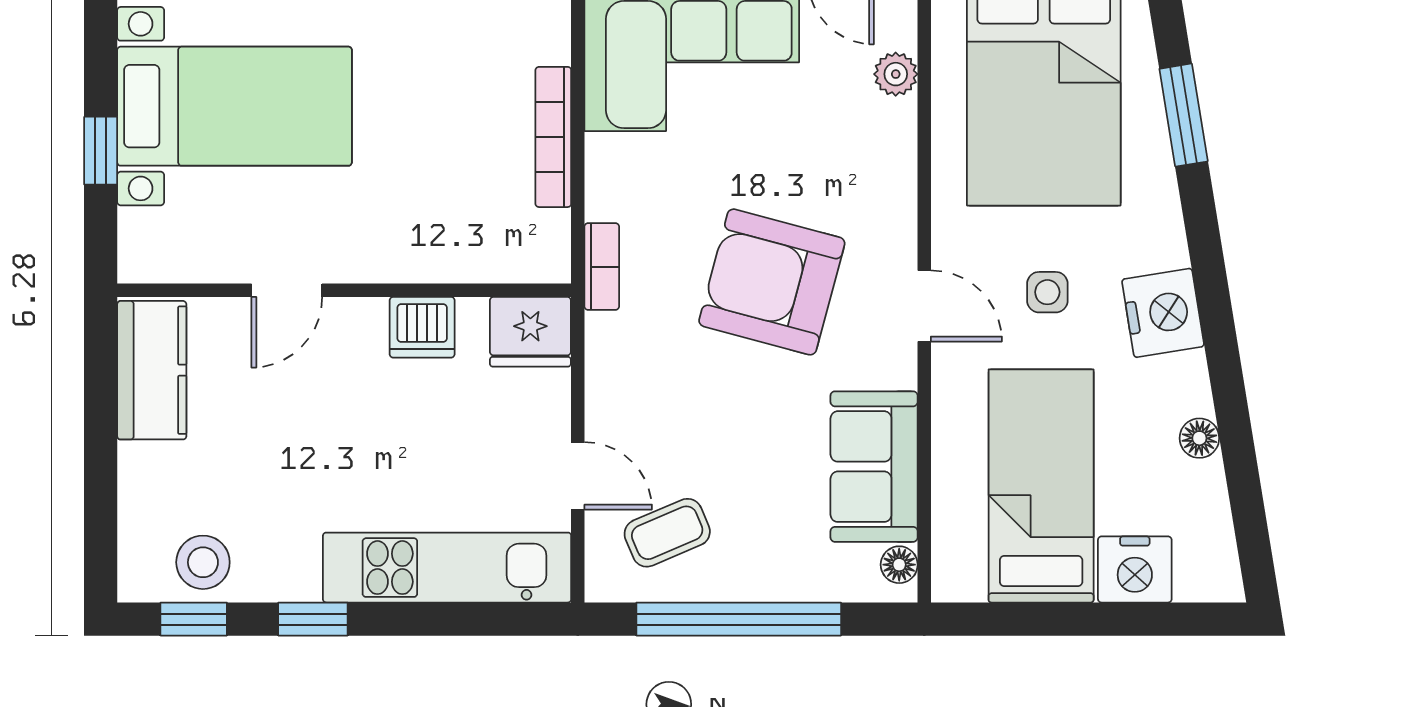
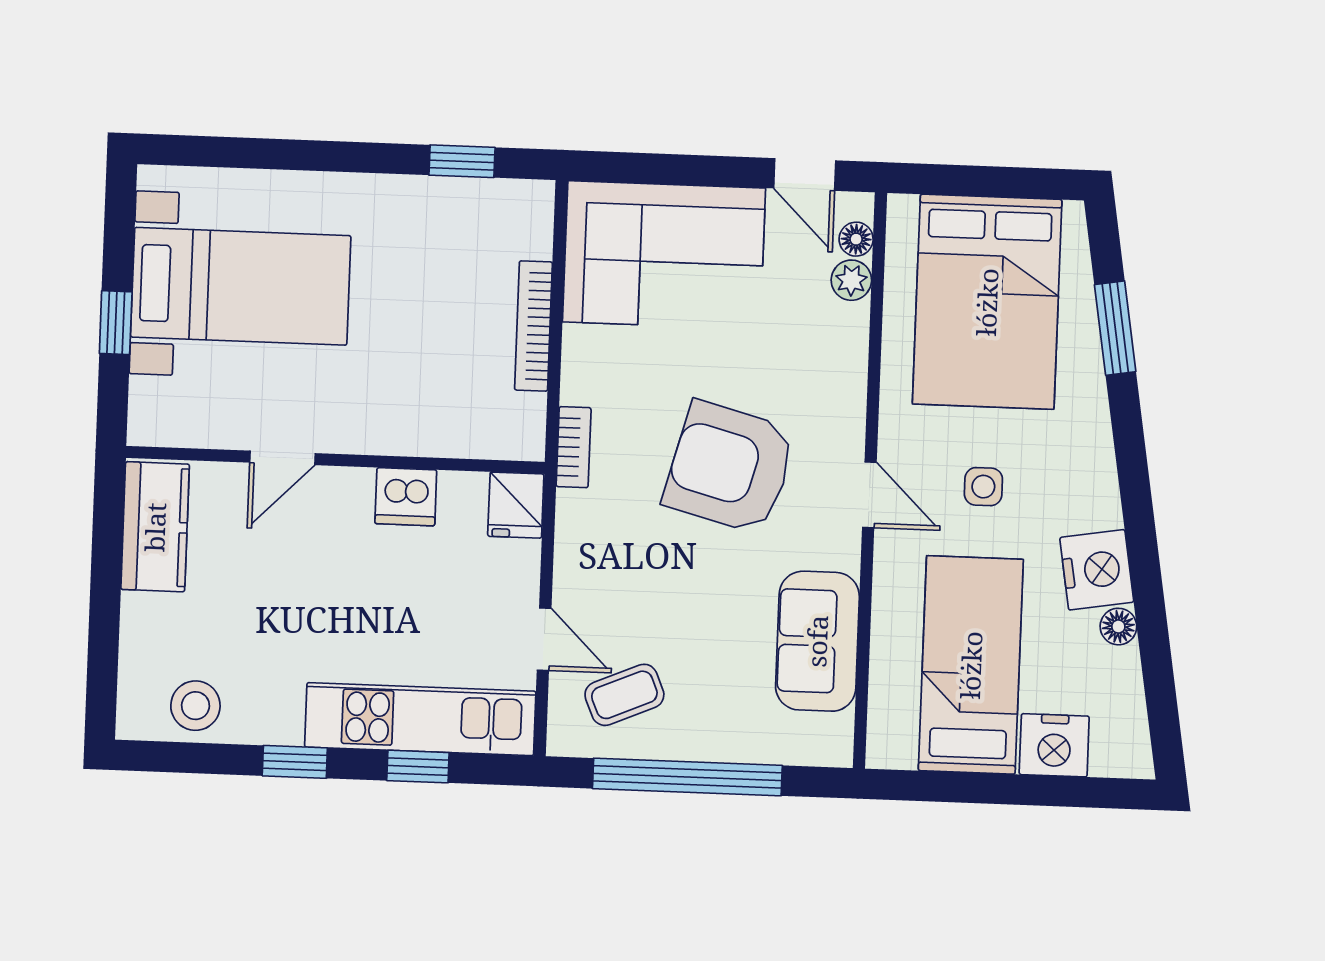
nightstand: (1163, 313) -> (1097, 570), moved
fridge: (530, 332) -> (516, 505), width x0.72
floor lamp: (899, 565) -> (856, 239), moved
window: (194, 619) -> (418, 767), moved

